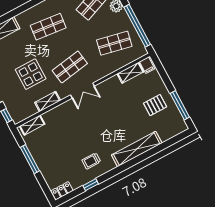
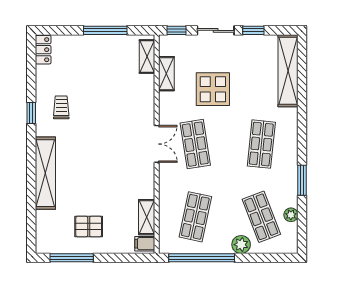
double door: (82, 91) -> (157, 144), swing flipped
shelving: (48, 102) -> (166, 74), moved
pallet: (155, 105) -> (89, 226), turned 90
window: (91, 185) -> (31, 113), moved

